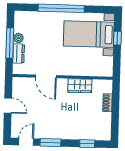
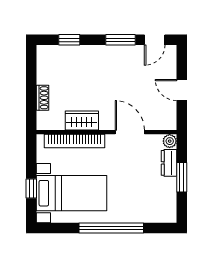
plant: (18, 38) -> (170, 141), moved
window: (10, 43) -> (182, 177), width x0.69
bookcase: (86, 71) -> (75, 141), added

